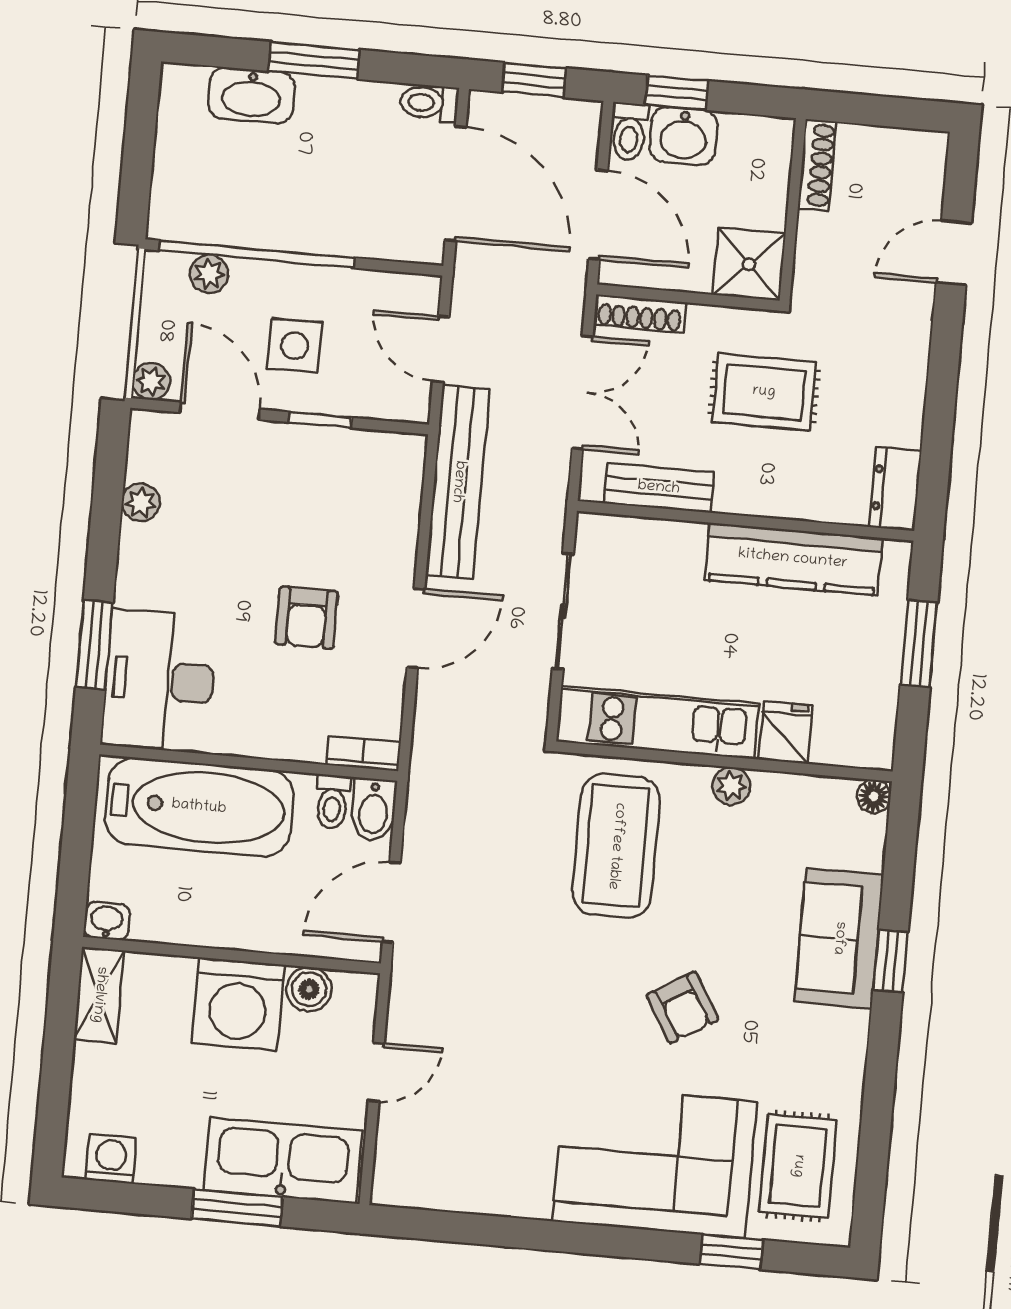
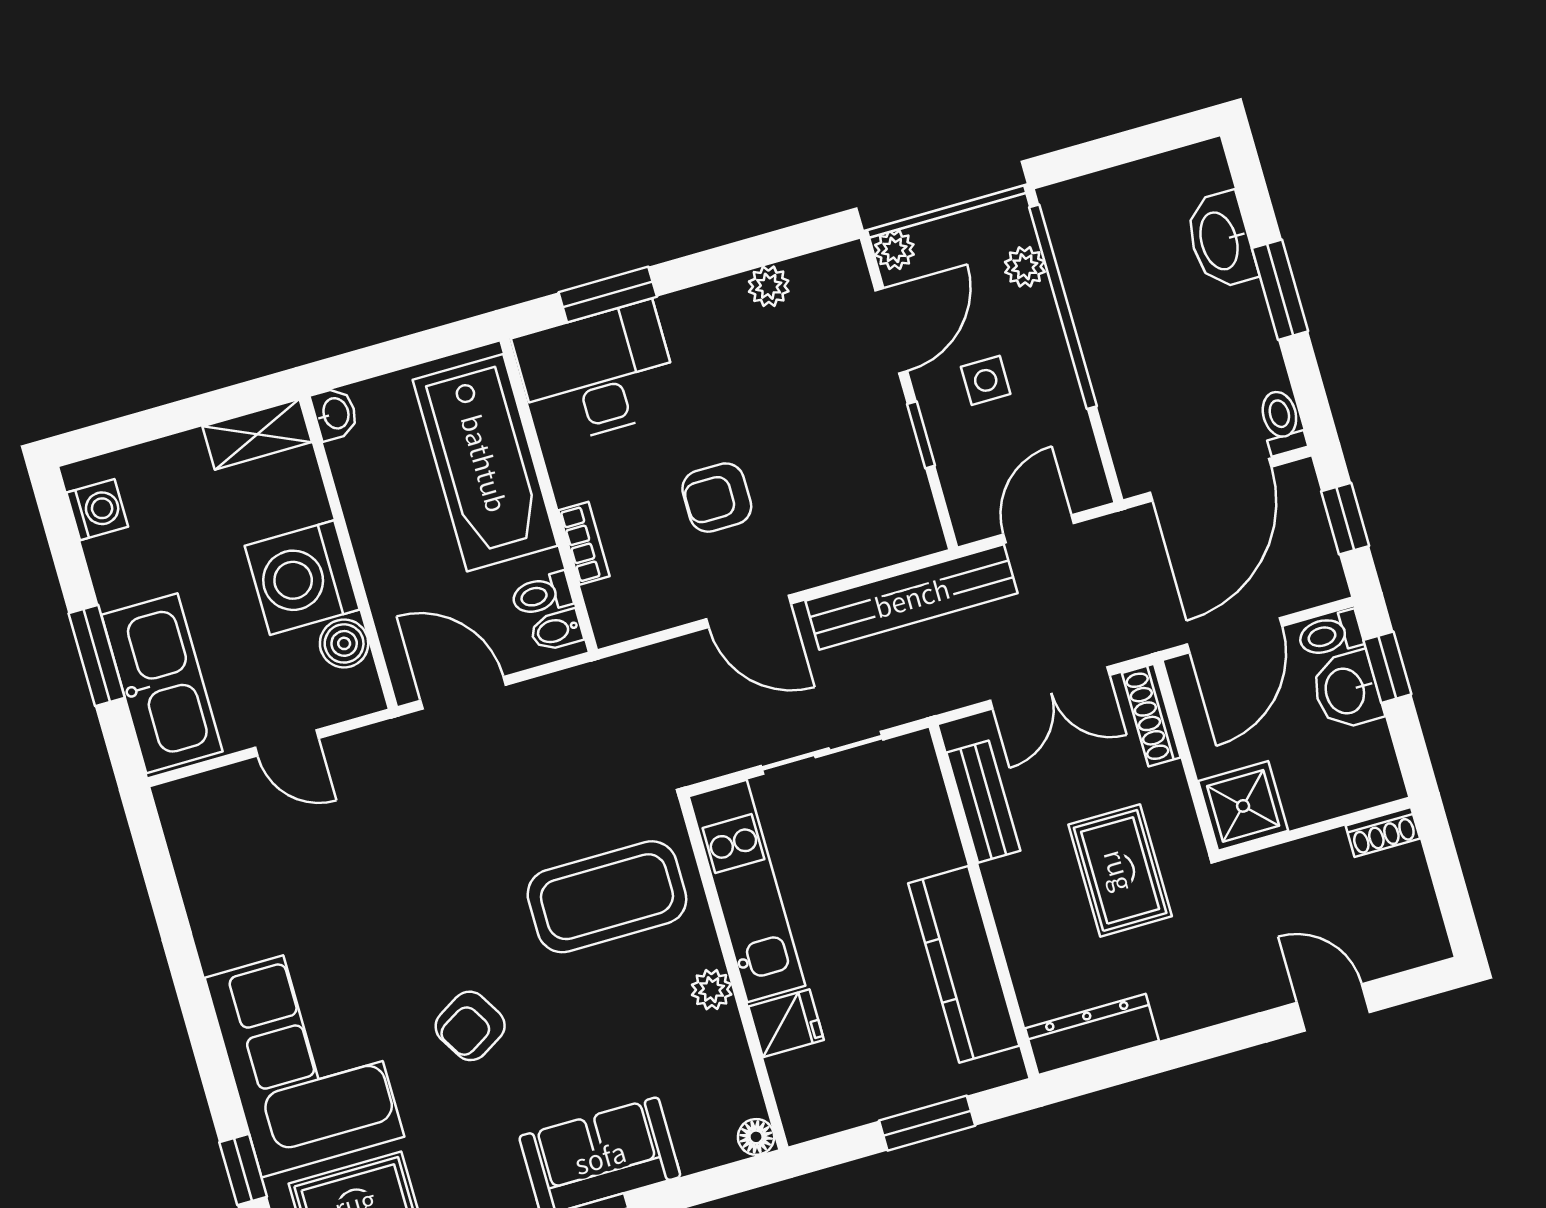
shoe rack: (817, 165) -> (1383, 832), width x0.70
side table: (295, 346) -> (986, 380), width x0.73, depth x0.73
dresser: (895, 489) -> (1092, 1034), width x1.44
bookcase: (364, 754) -> (584, 543), moved
bidet: (373, 810) -> (556, 630), width x0.72, depth x0.74

